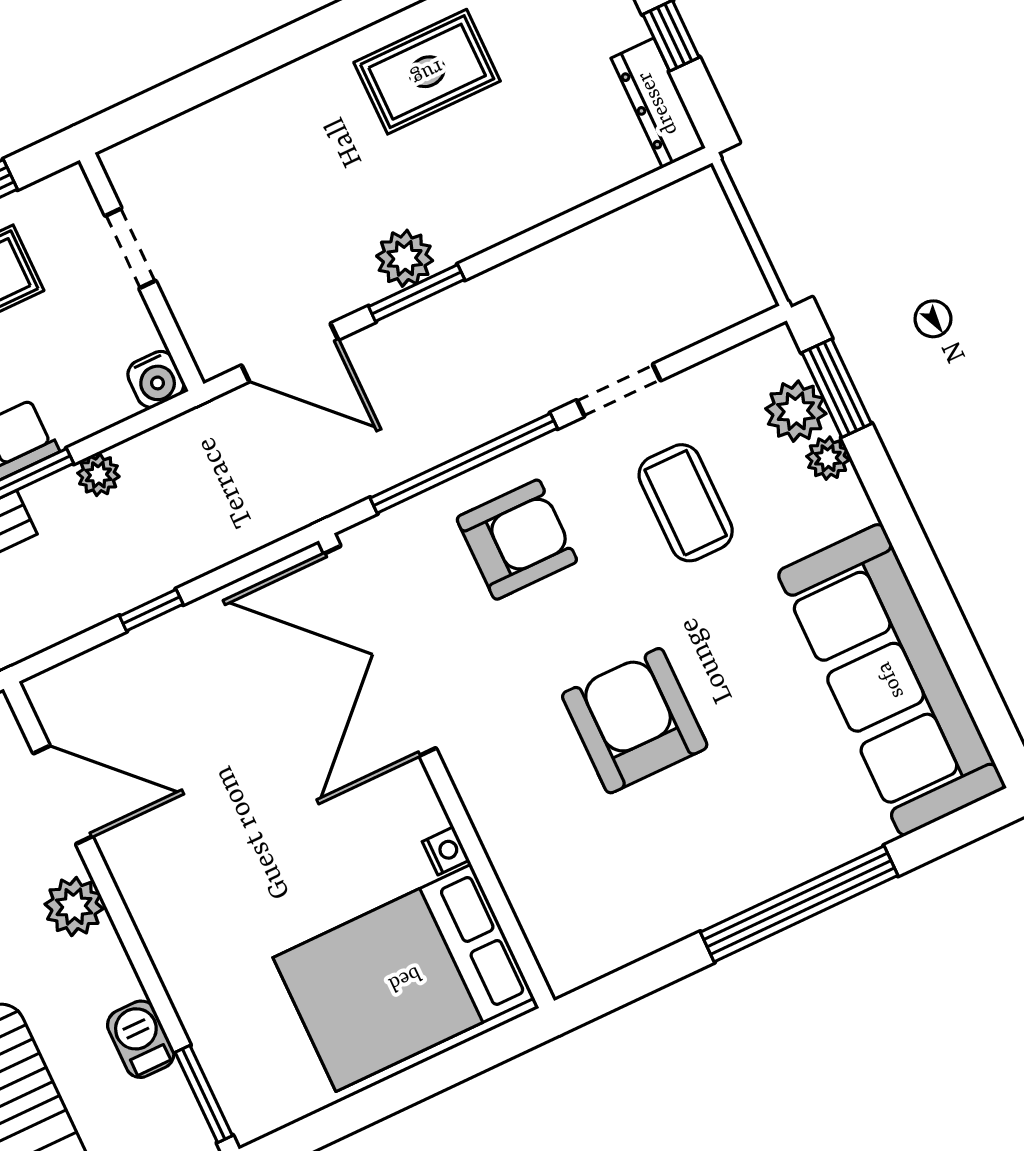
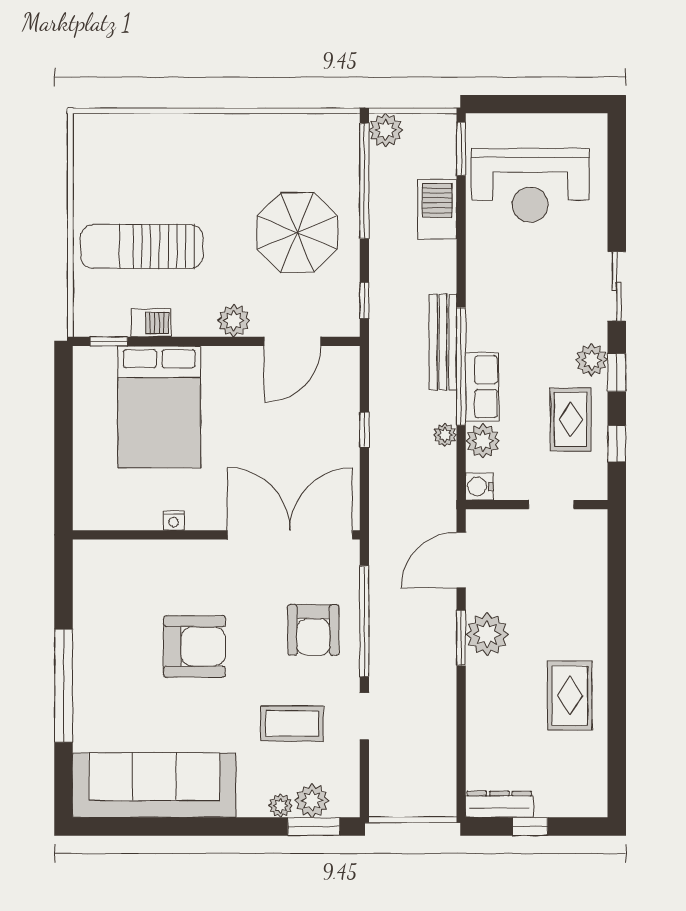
plant: (405, 258) -> (487, 634), width x1.36, depth x1.36
plant: (79, 408) -> (483, 441), added
bed: (404, 978) -> (159, 407), moved, turned 180
window: (204, 1094) -> (109, 341), width x0.67

